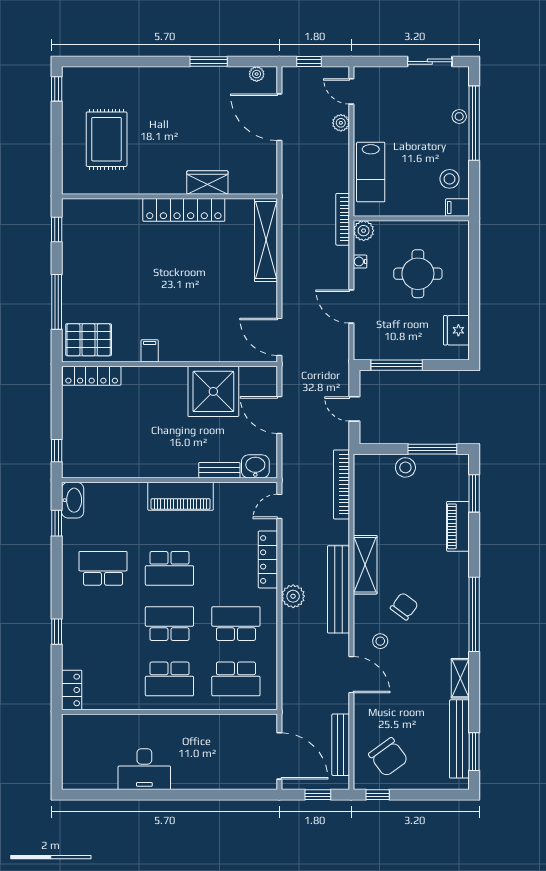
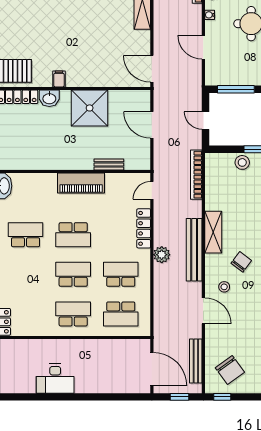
shower: (213, 391) -> (90, 108), moved
washbasin: (255, 466) -> (49, 98), moved, turned 180
school desk: (169, 679) -> (73, 314), turned 180

